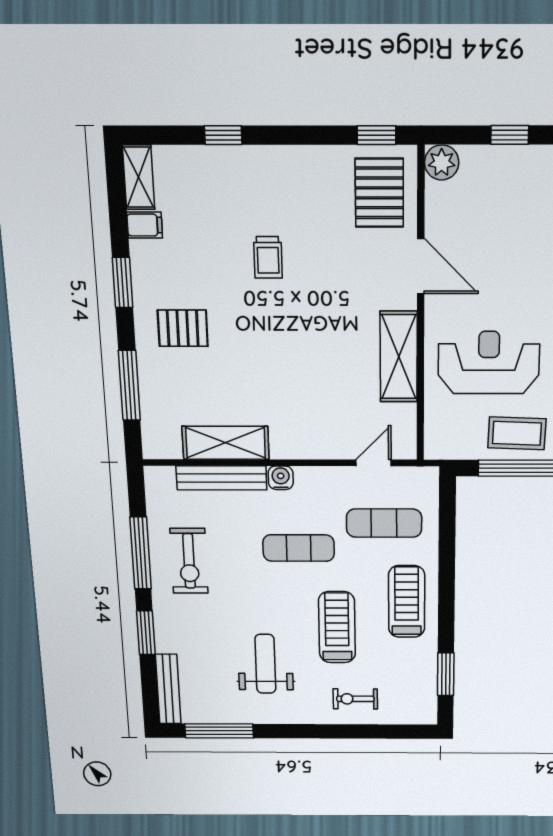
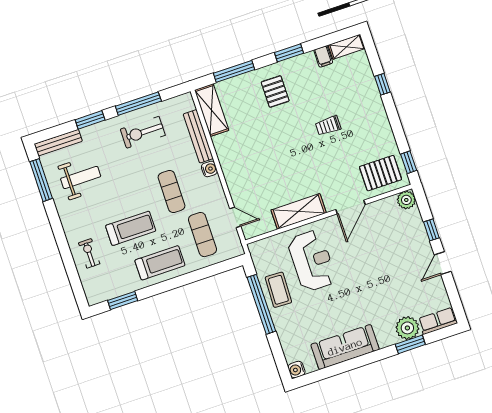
shelving: (226, 443) -> (212, 110), moved
weight bench: (265, 664) -> (81, 177), moved

